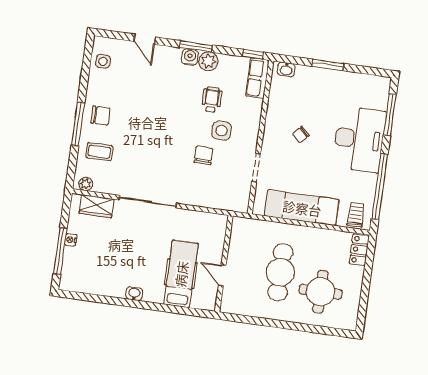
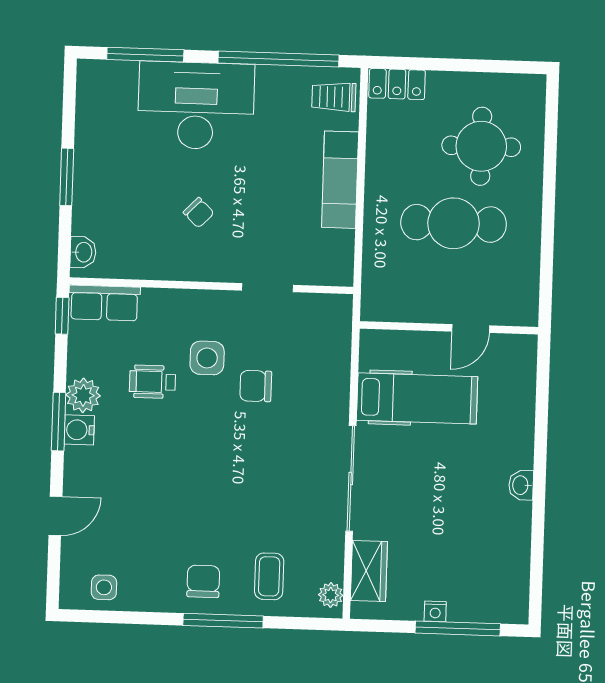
exam couch: (302, 208) -> (340, 180), width x0.73, depth x0.69
hospital bed: (181, 274) -> (417, 398), moved, turned 180

